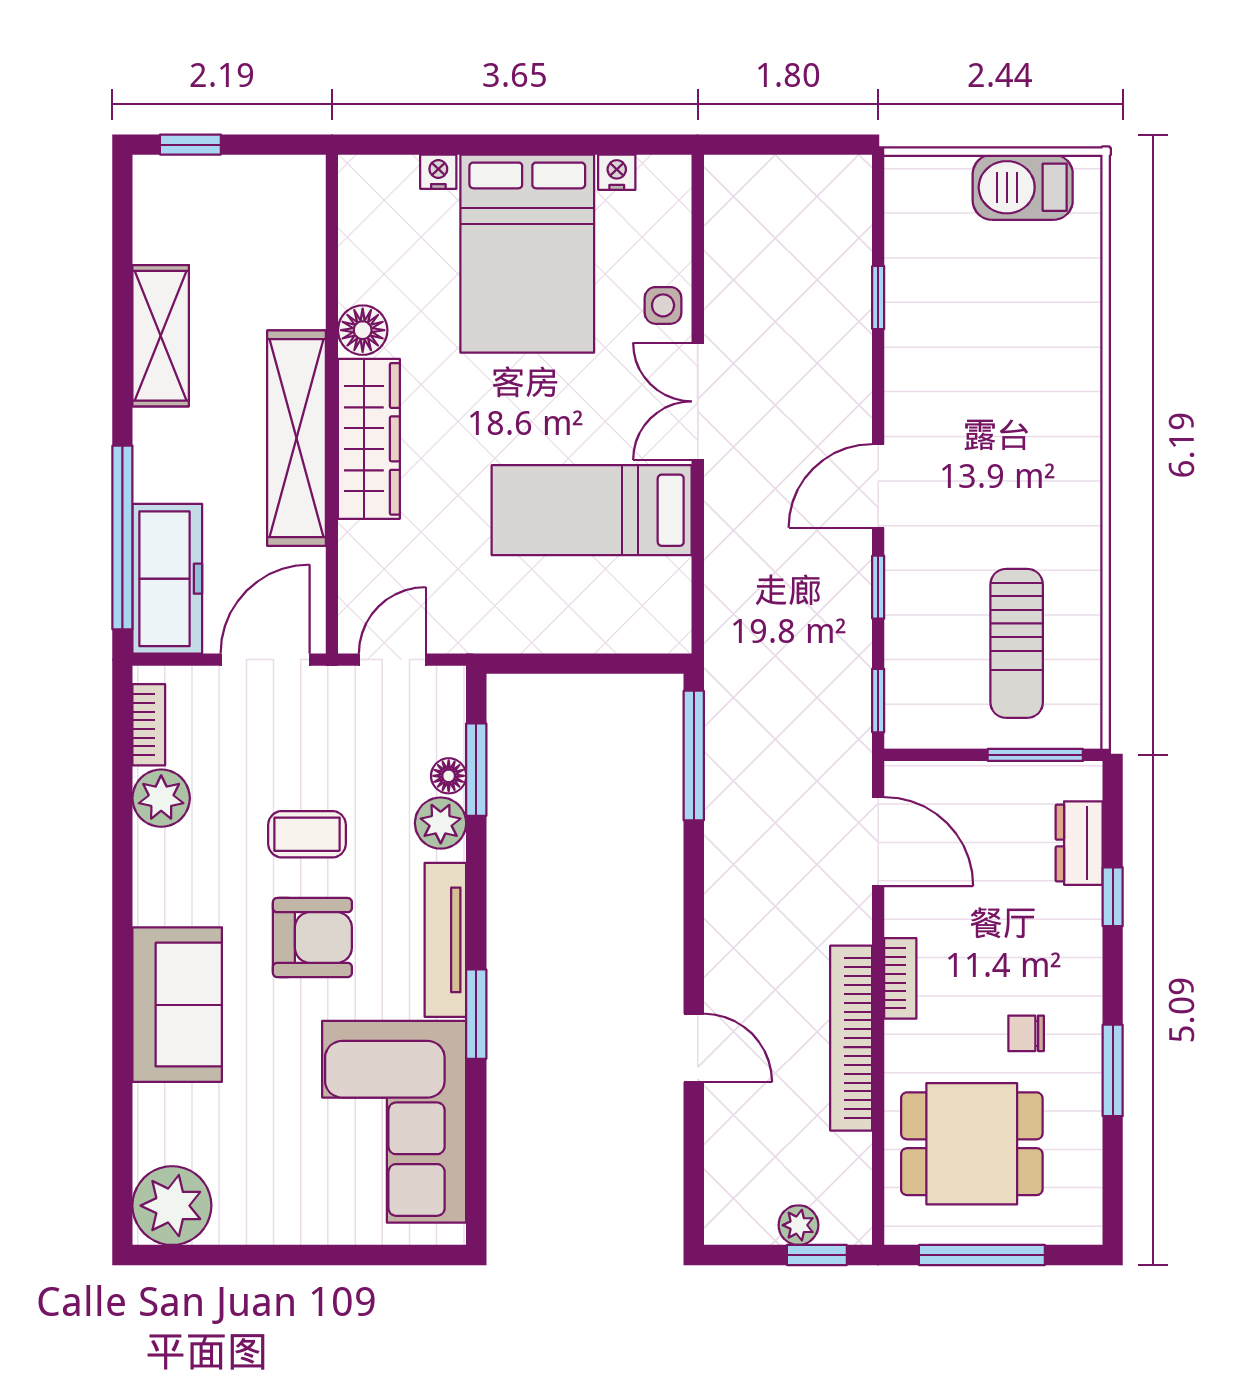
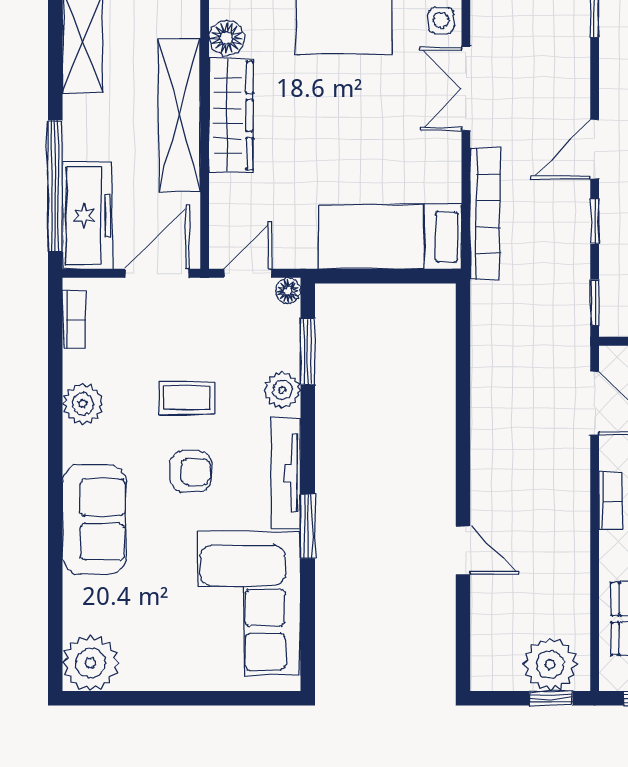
bed: (592, 510) -> (390, 237), moved
window: (694, 756) -> (463, 342), removed
floor lamp: (449, 776) -> (288, 291), moved
plant: (161, 798) -> (83, 404), moved
armchair: (312, 938) -> (191, 472), width x0.72, depth x0.72
bookcase: (851, 1038) -> (485, 214), moved, turned 180
plant: (798, 1225) -> (550, 664), width x1.88, depth x1.88

